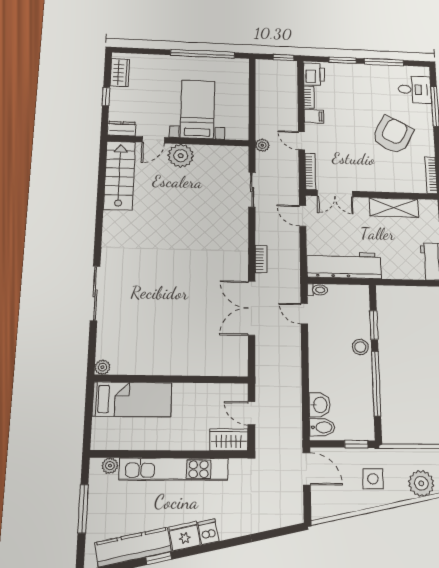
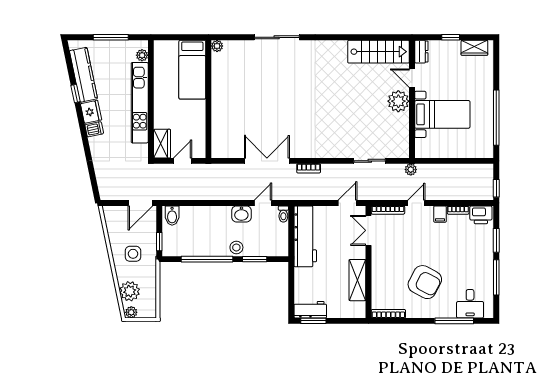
washbasin: (320, 405) -> (241, 214), moved

